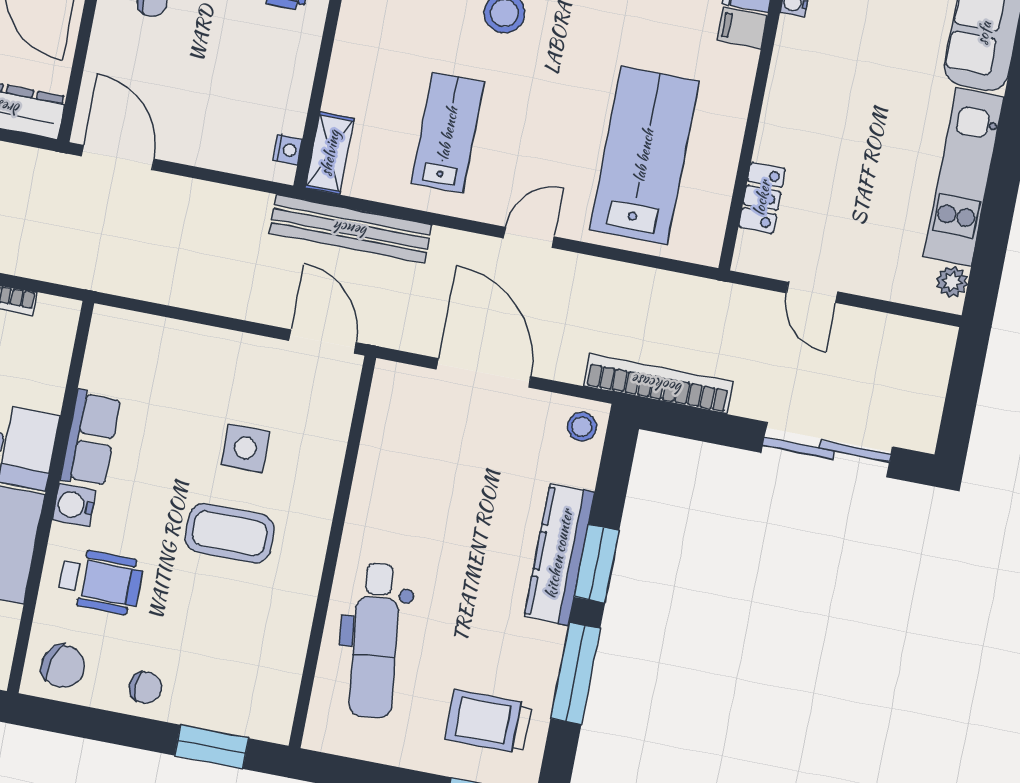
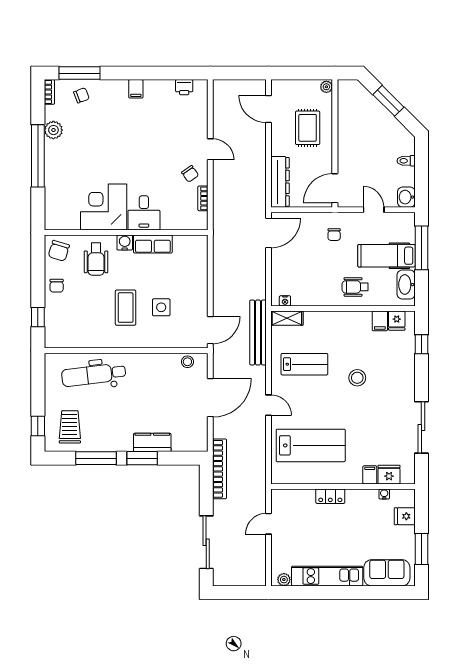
locker: (762, 198) -> (330, 496), moved
stool: (582, 427) -> (187, 362), moved
kitchen counter: (559, 554) -> (152, 442), width x0.67
window: (212, 747) -> (38, 317), width x0.67

